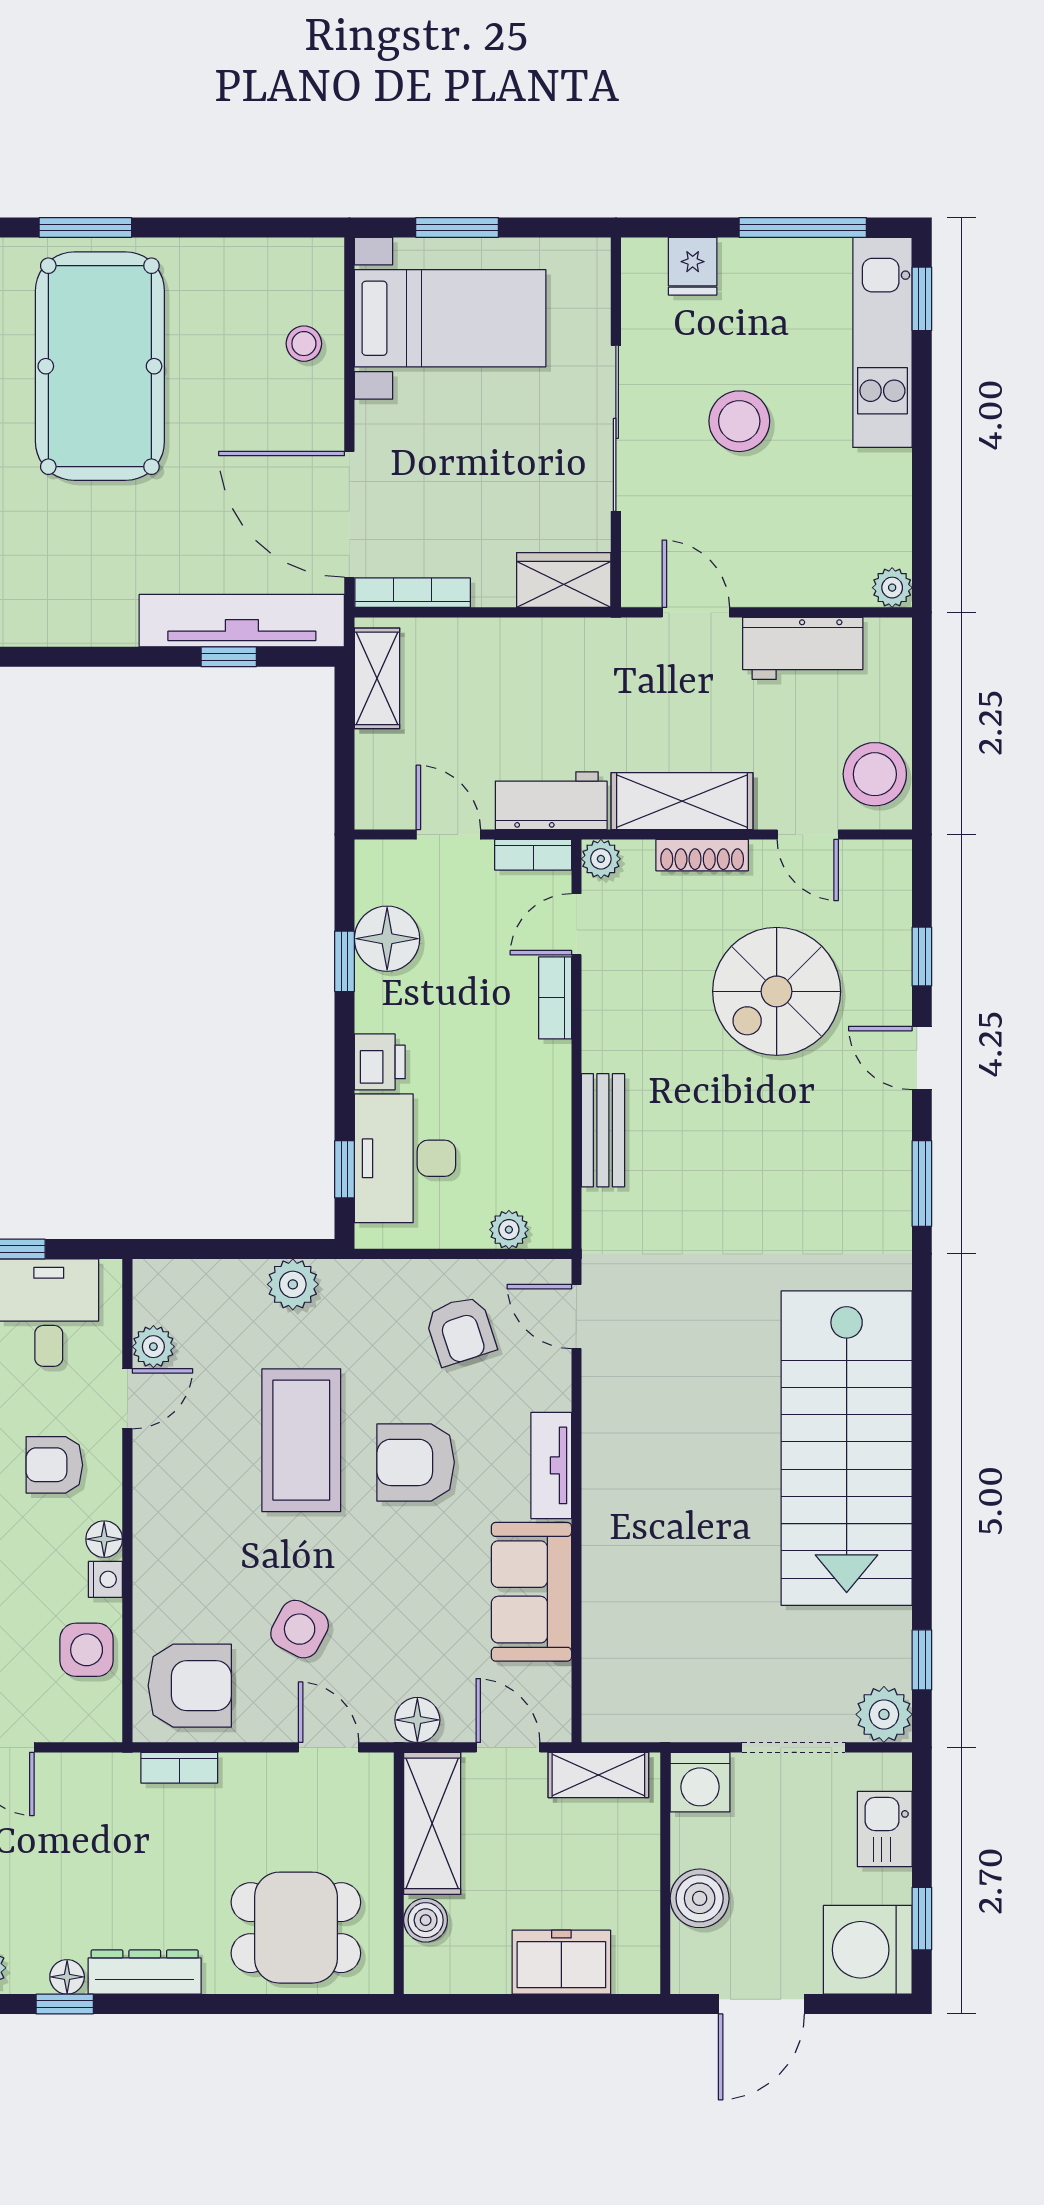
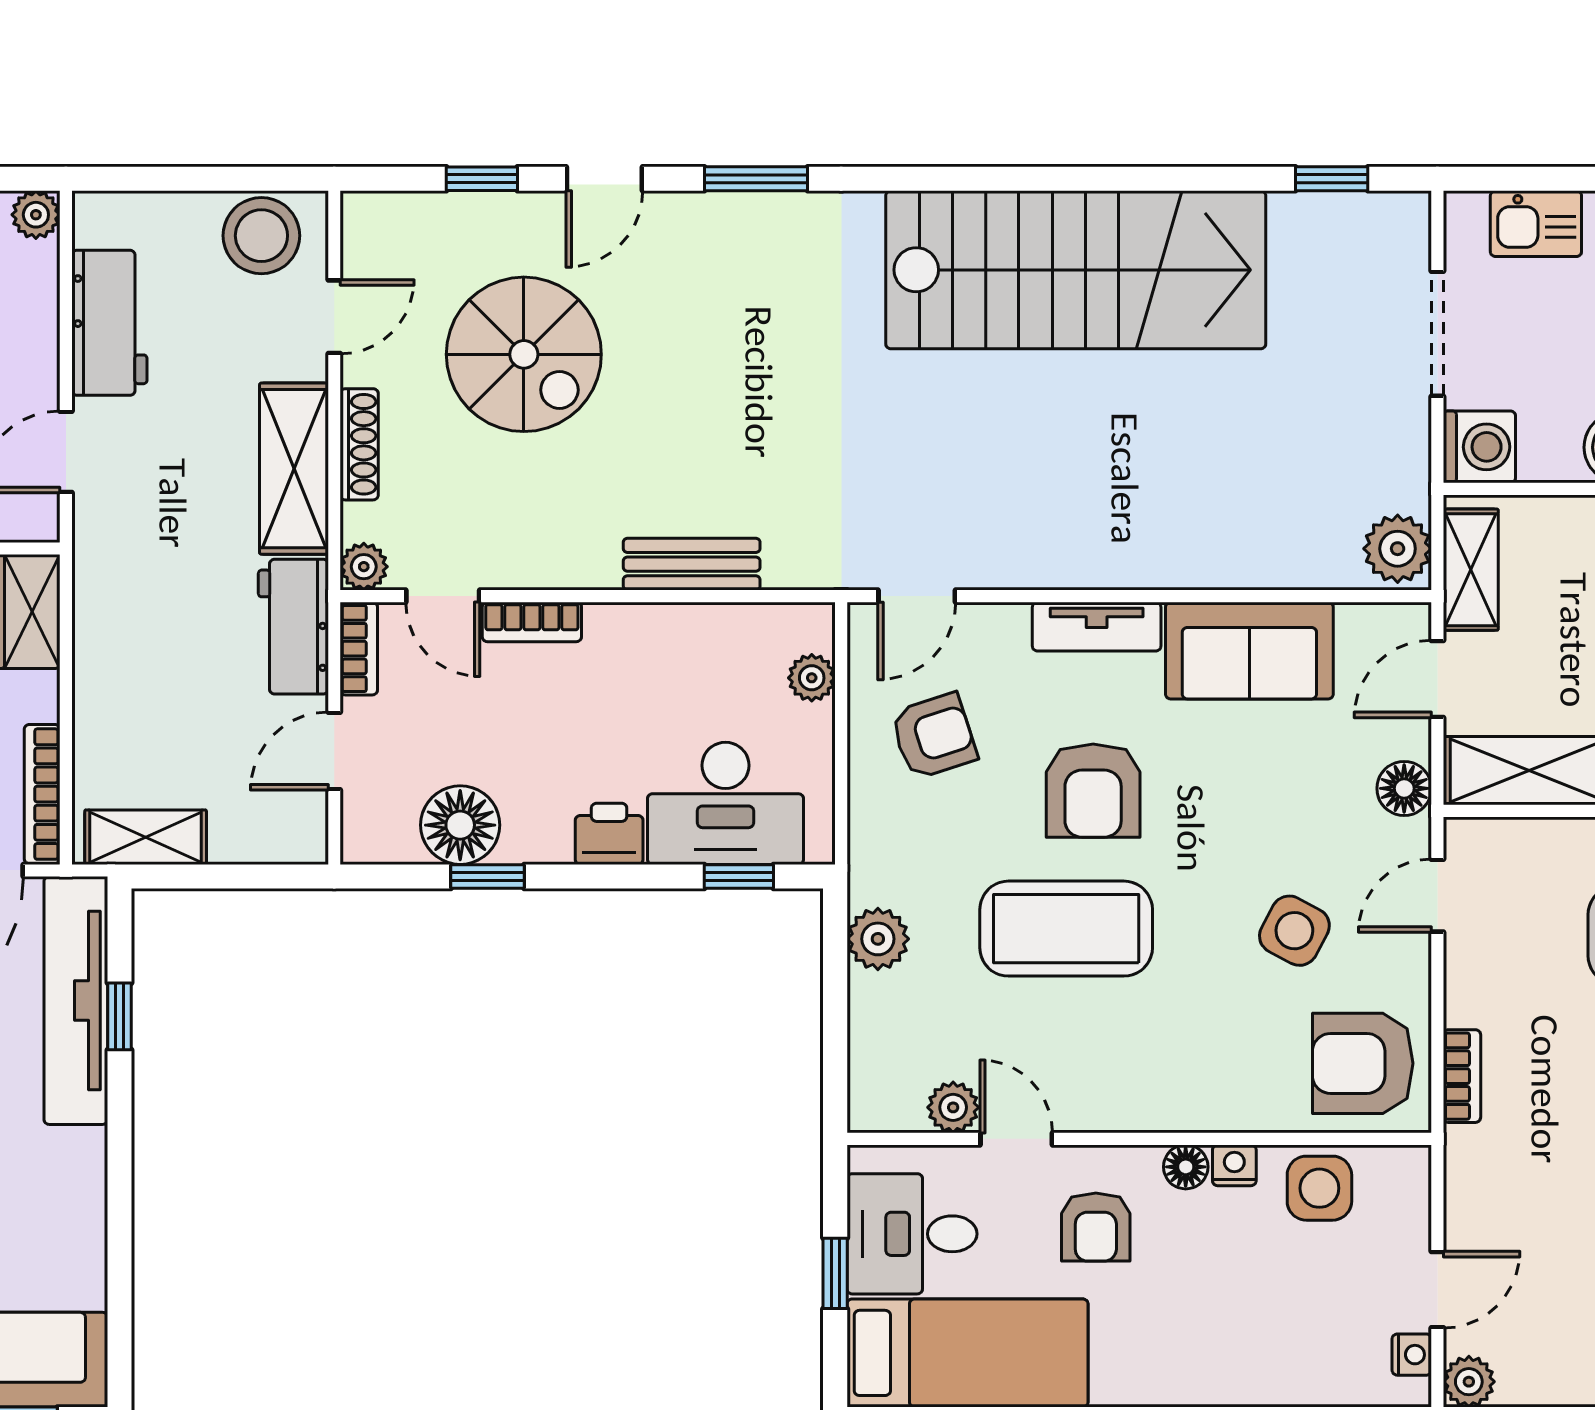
armchair: (190, 1686) -> (1363, 1063), turned -90
plant: (884, 1714) -> (1398, 549), moved

